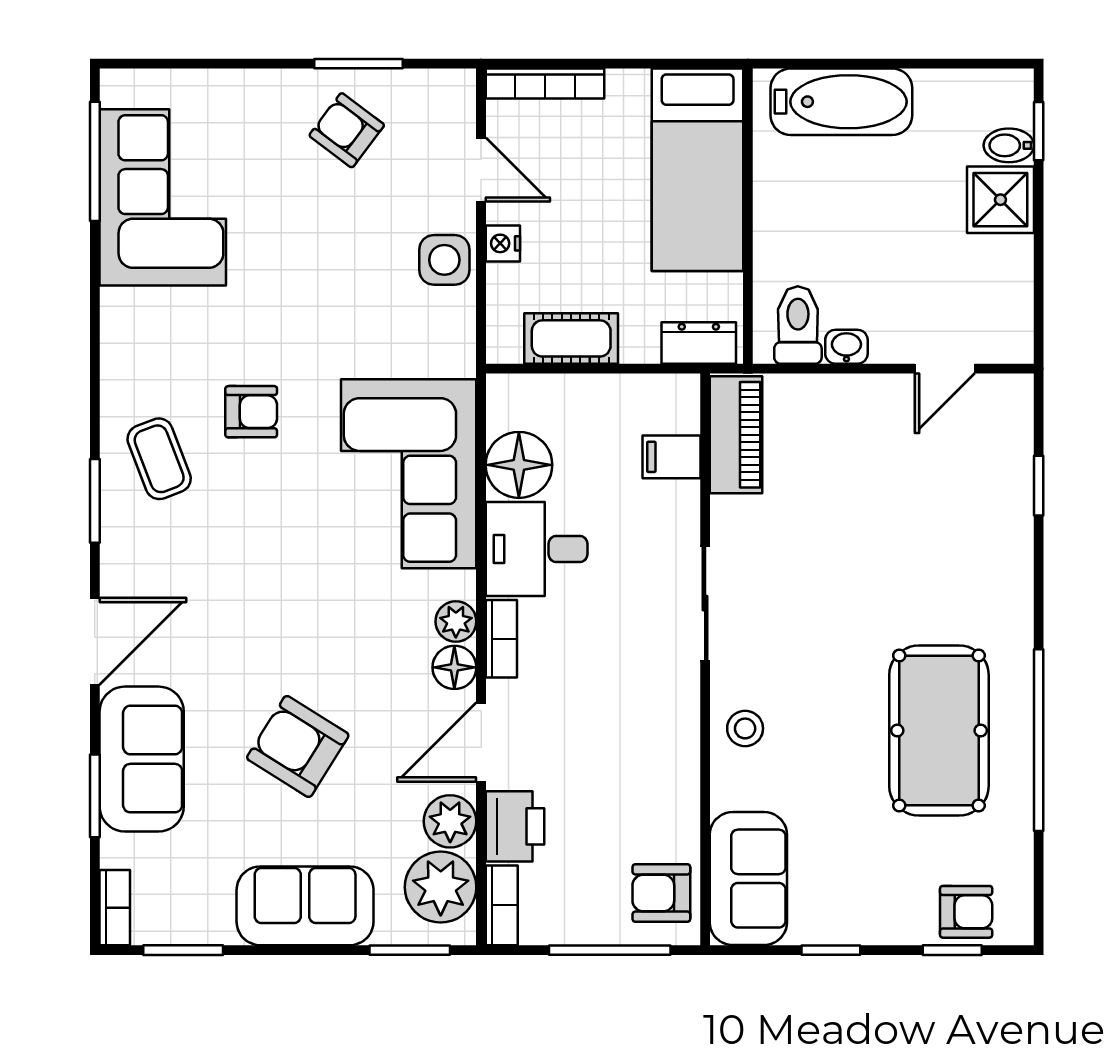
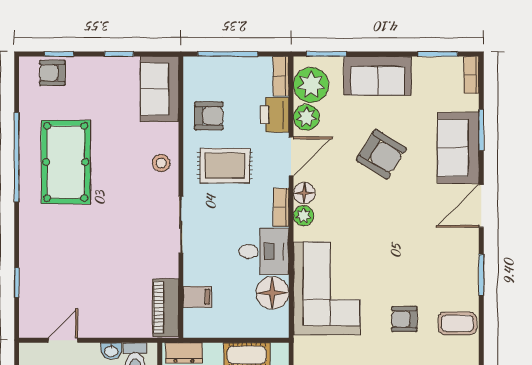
coffee table: (159, 459) -> (457, 323), moved, turned -69
rug: (616, 723) -> (225, 166), added
armchair: (661, 893) -> (209, 116), moved

